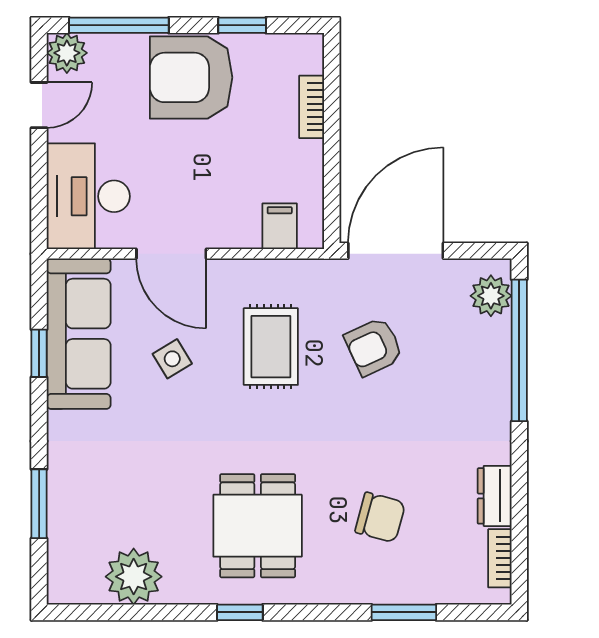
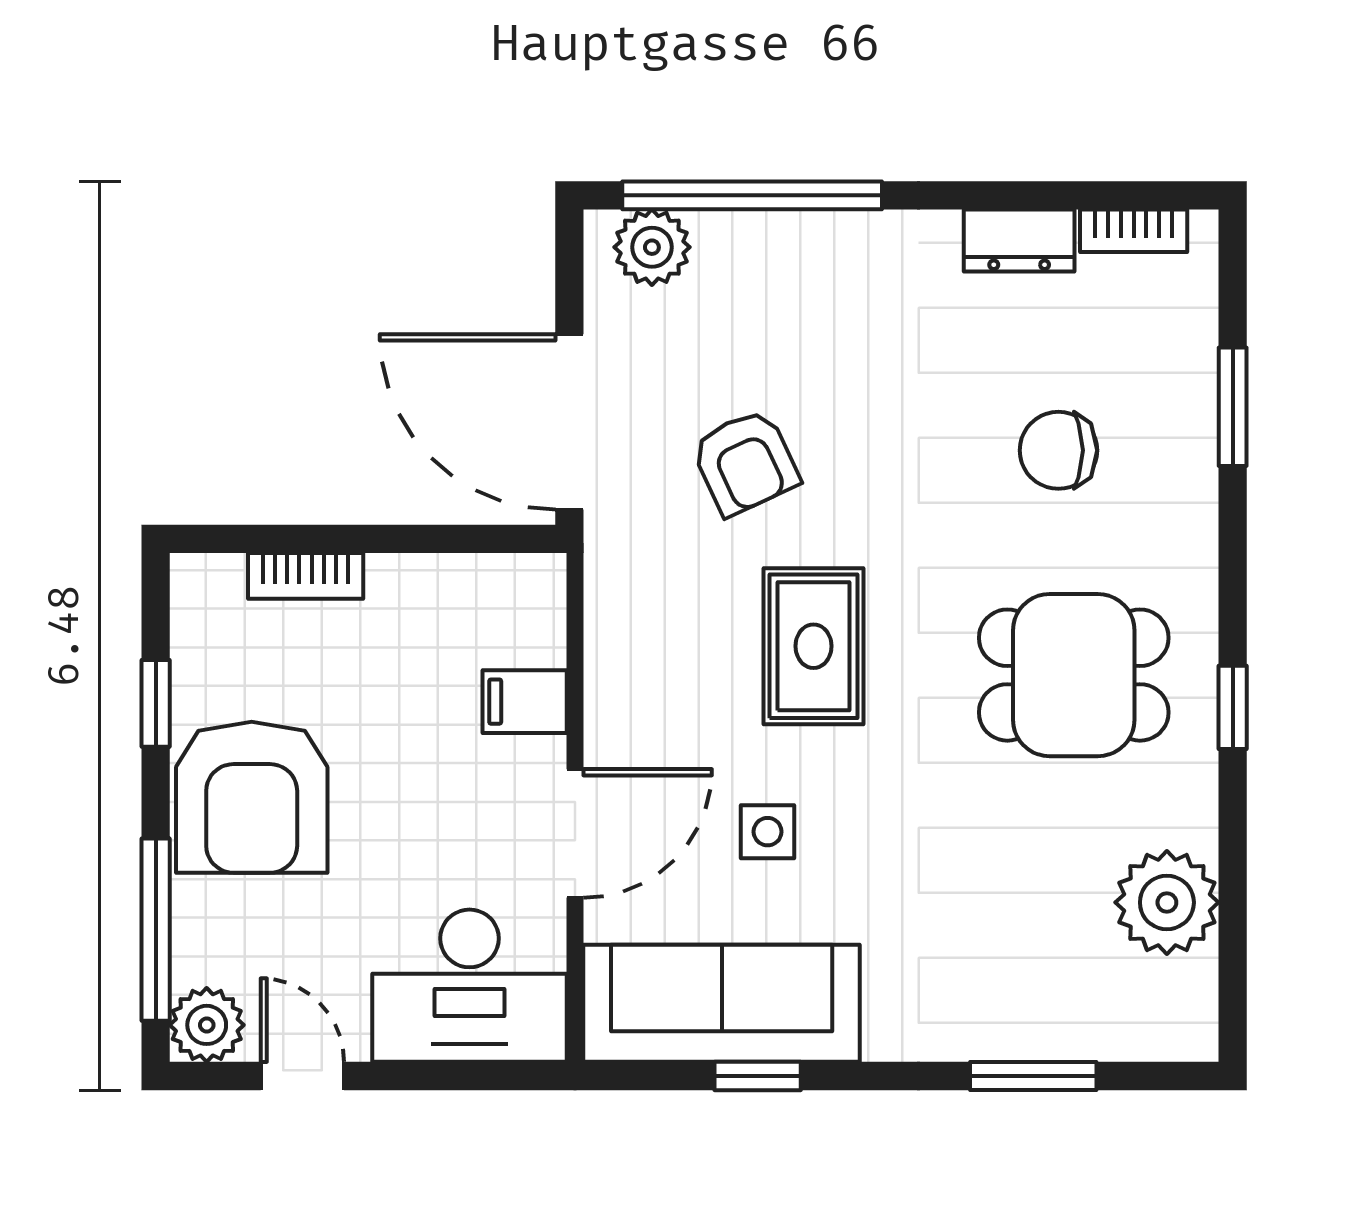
filing cabinet: (280, 226) -> (525, 702), moved
rug: (271, 347) -> (813, 646), moved, turned 90
side table: (172, 359) -> (768, 832), turned 31
chair: (380, 517) -> (1058, 450), turned -105

